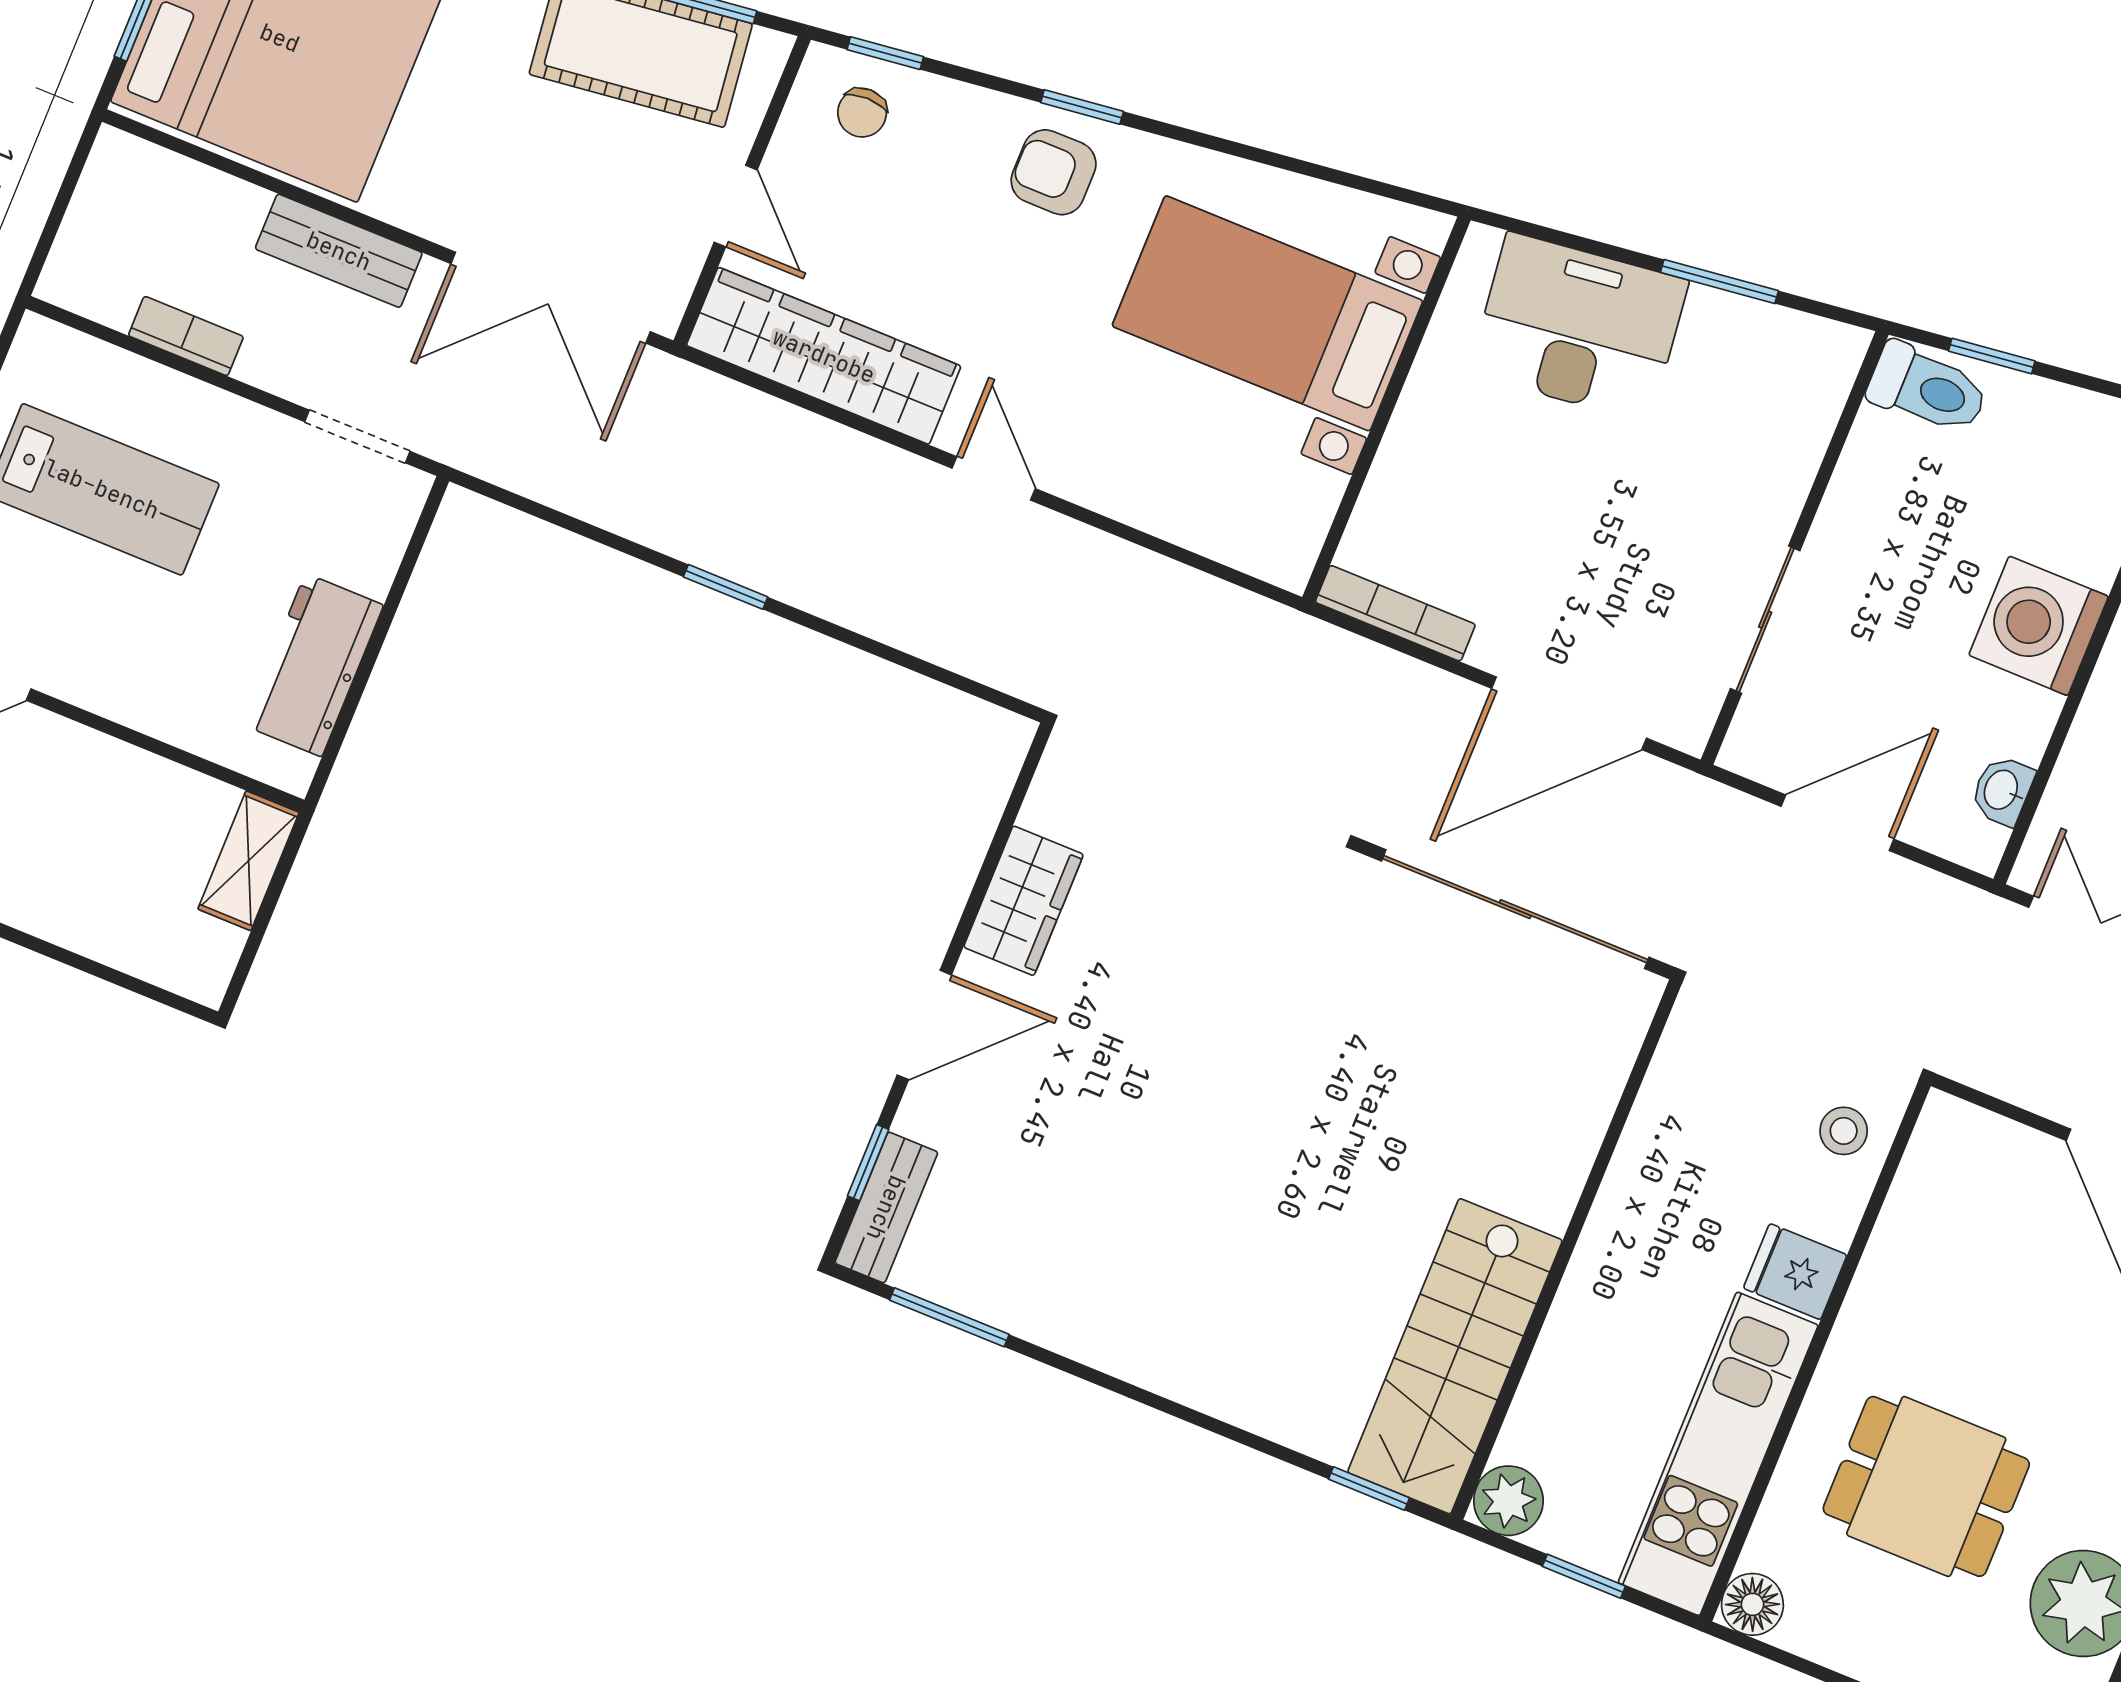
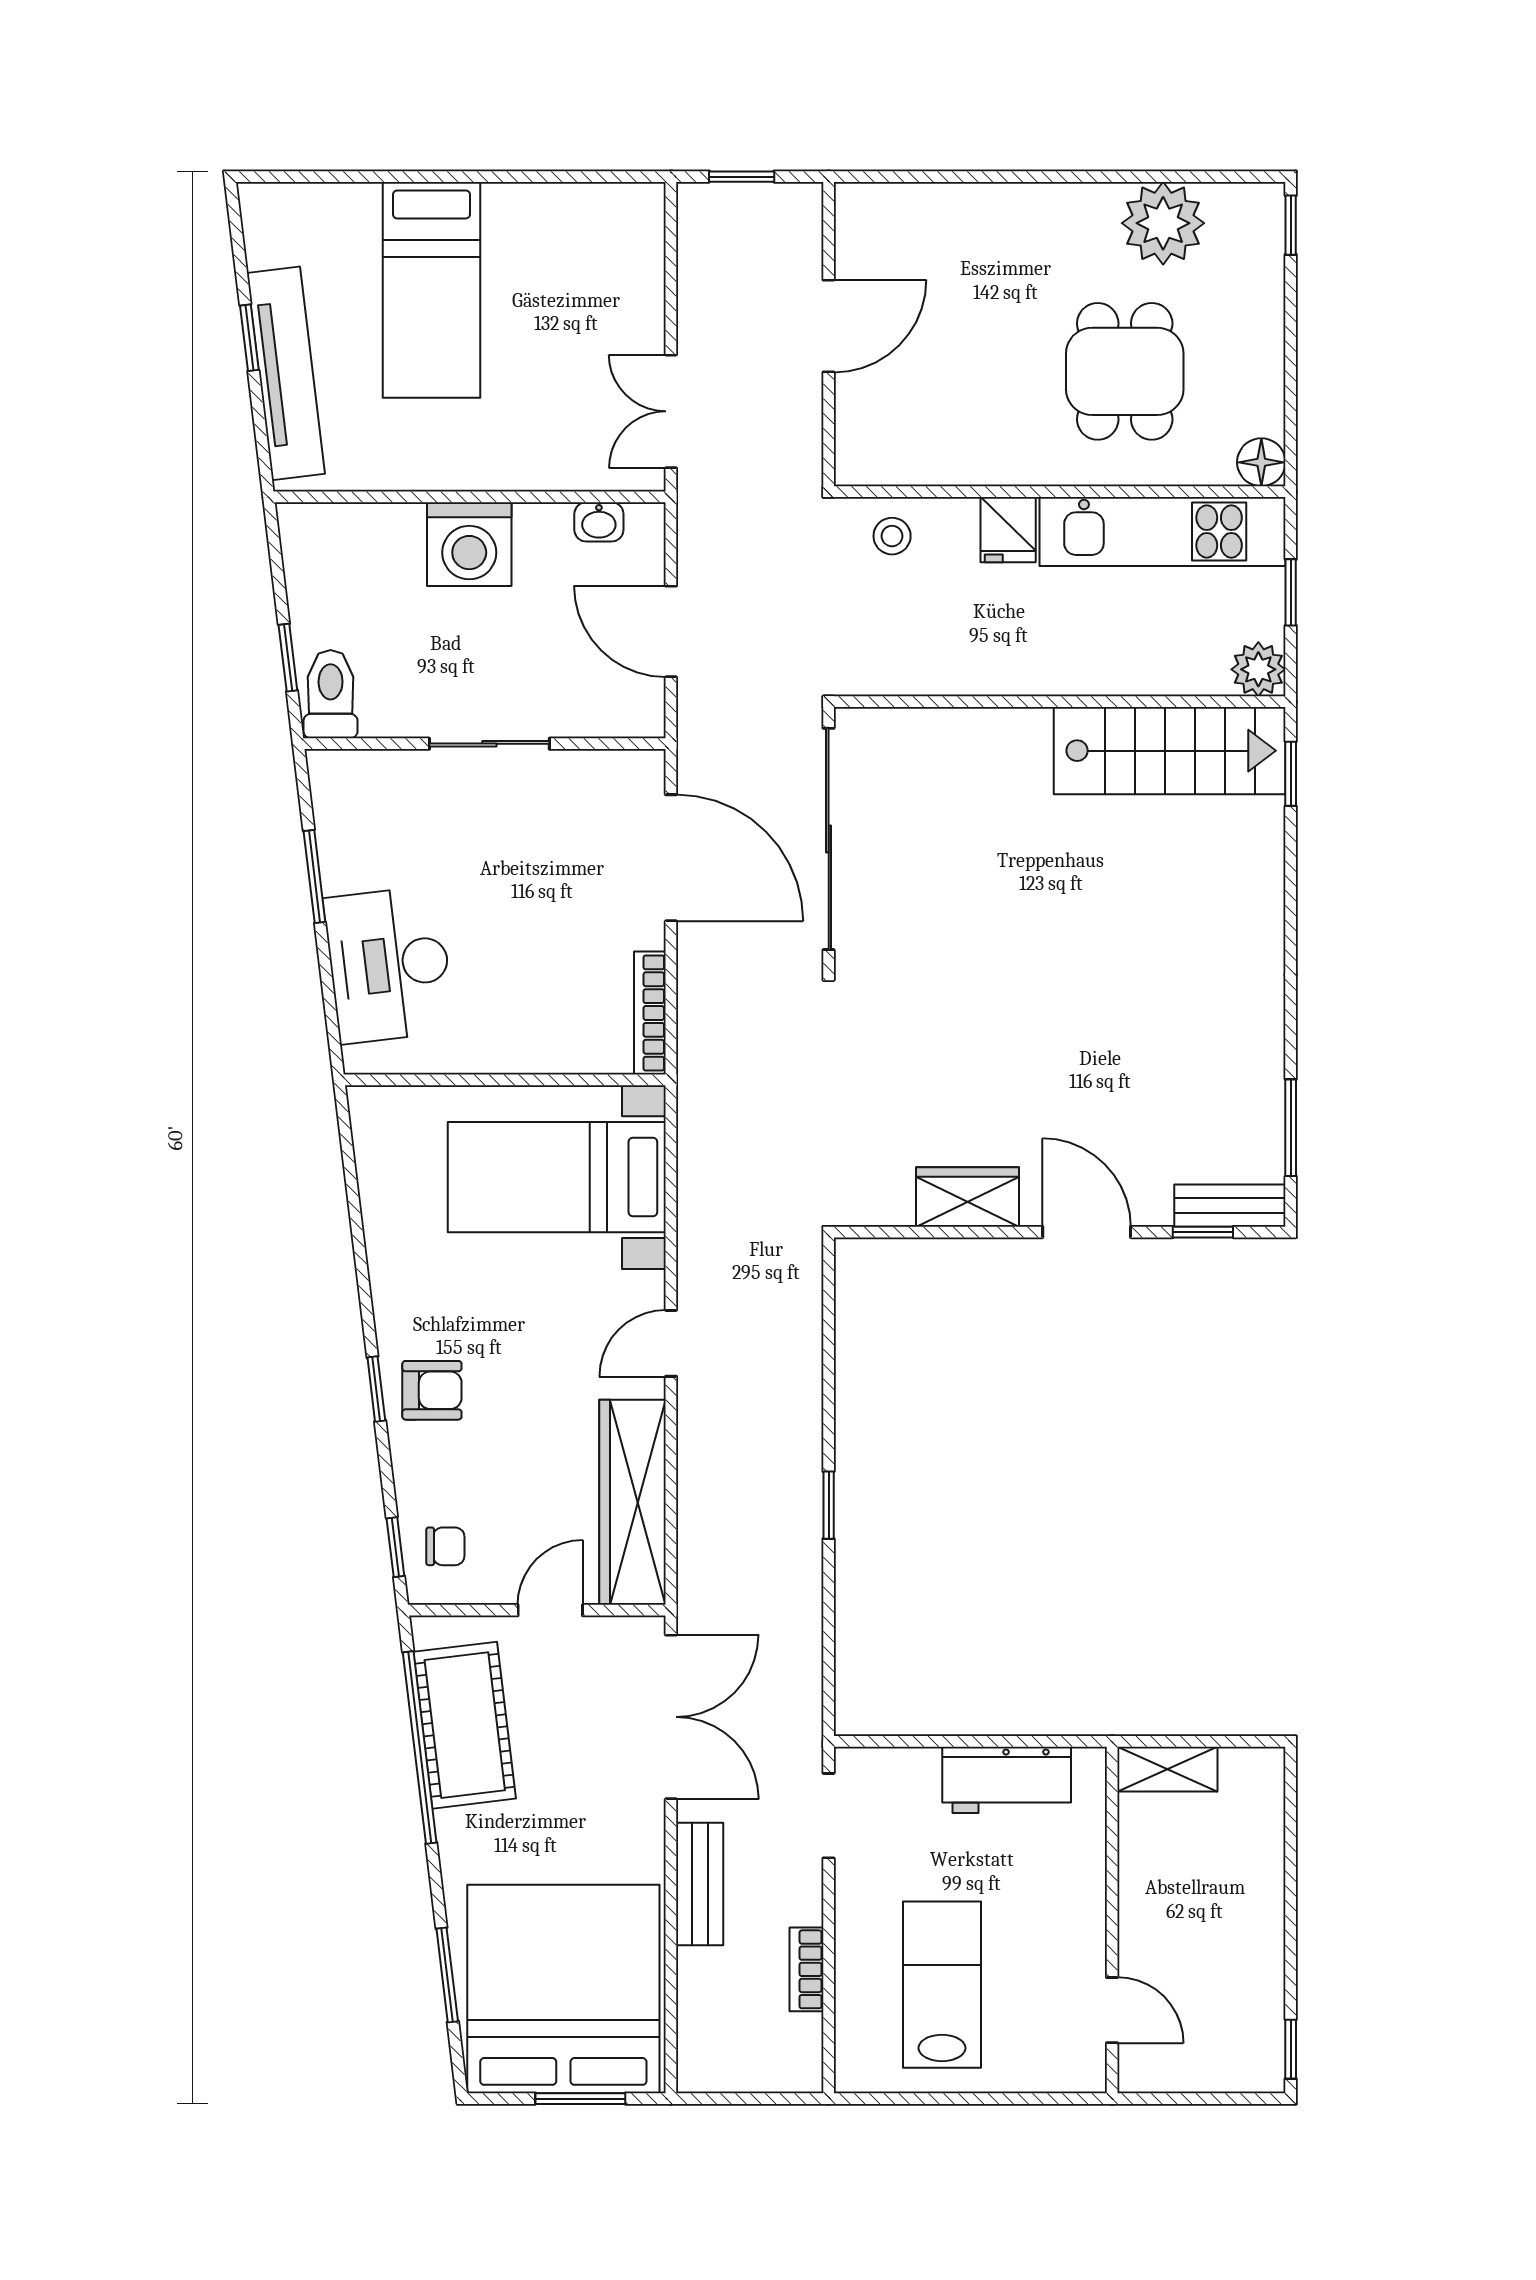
armchair: (1054, 172) -> (432, 1390), turned -90
bed with nightstands: (1267, 313) -> (557, 1177), moved, turned 90
sliding door: (1765, 620) -> (489, 744), moved

